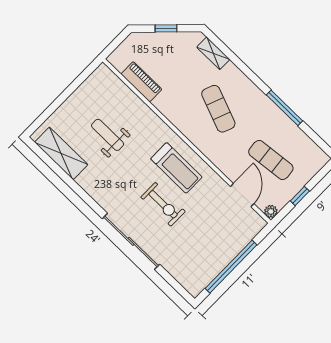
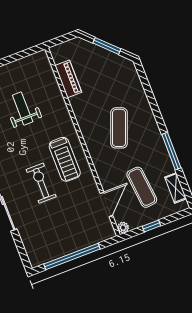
window: (166, 28) -> (107, 46), width x1.50
shelving: (213, 53) -> (176, 188), moved
exercise bike: (163, 204) -> (41, 183), turned 180

